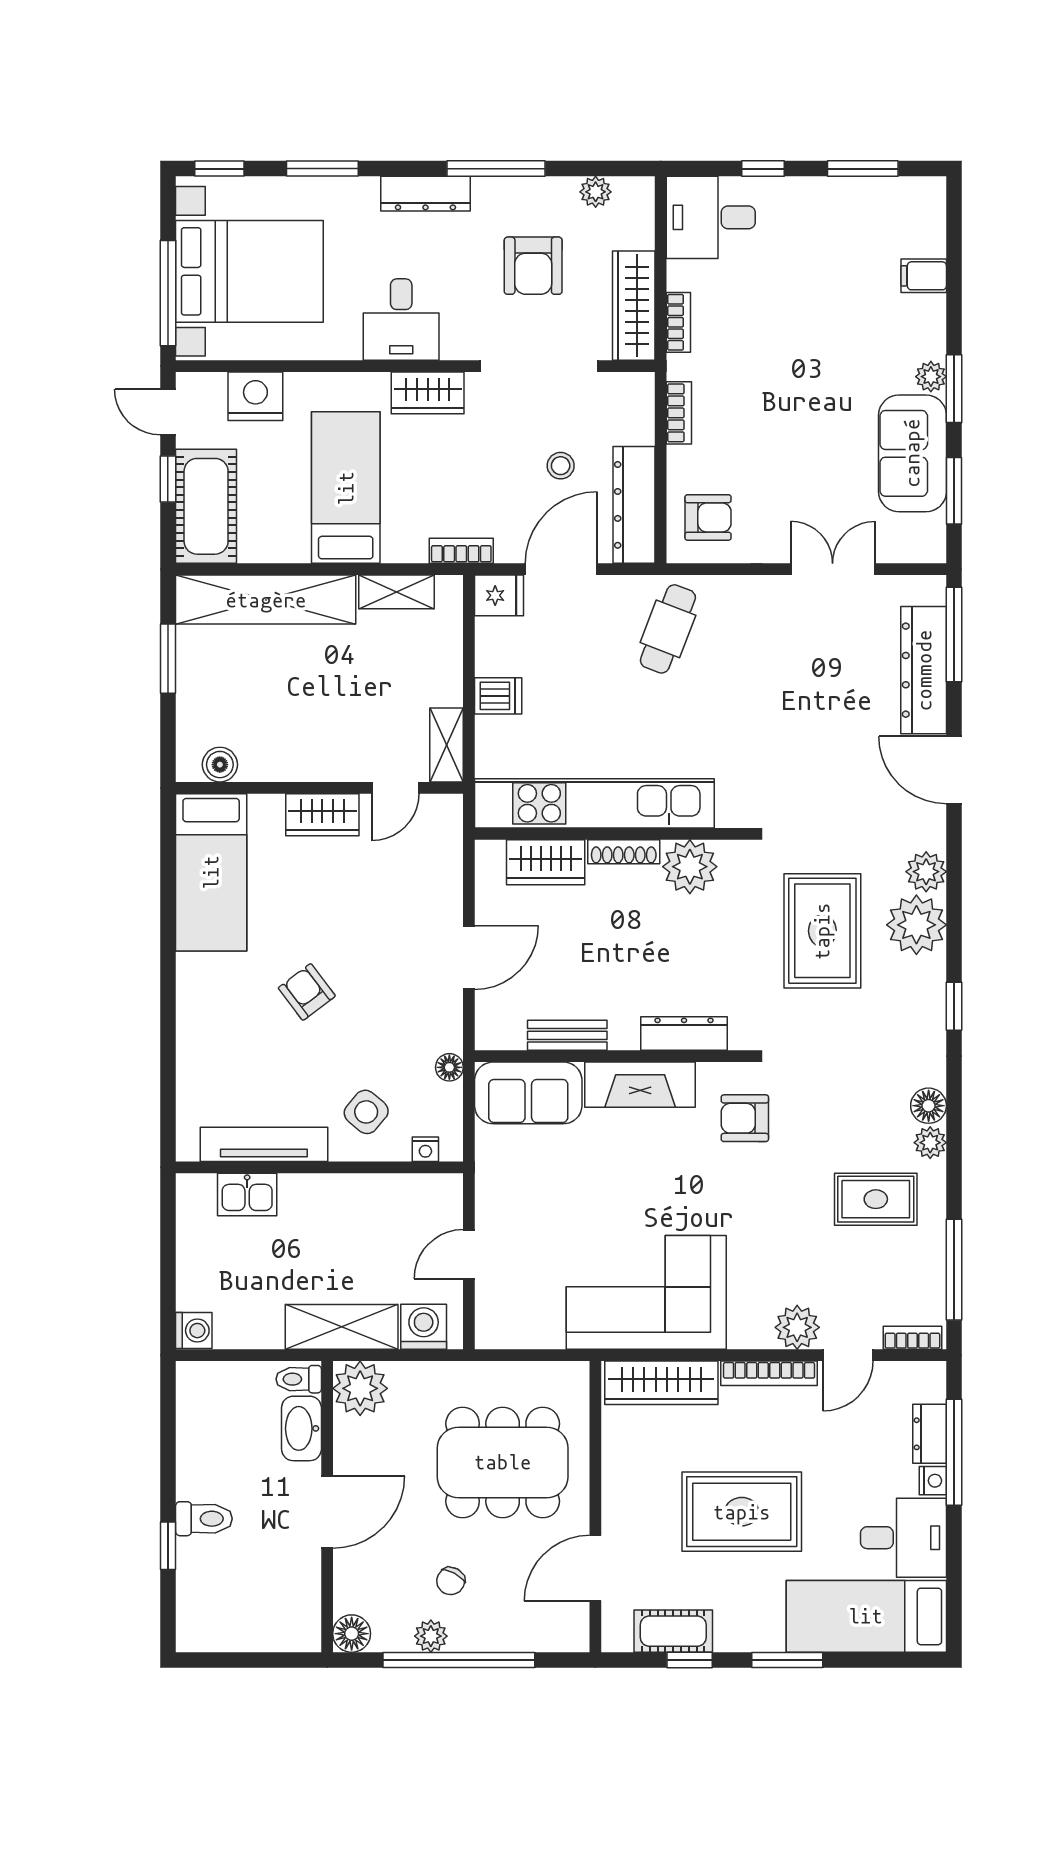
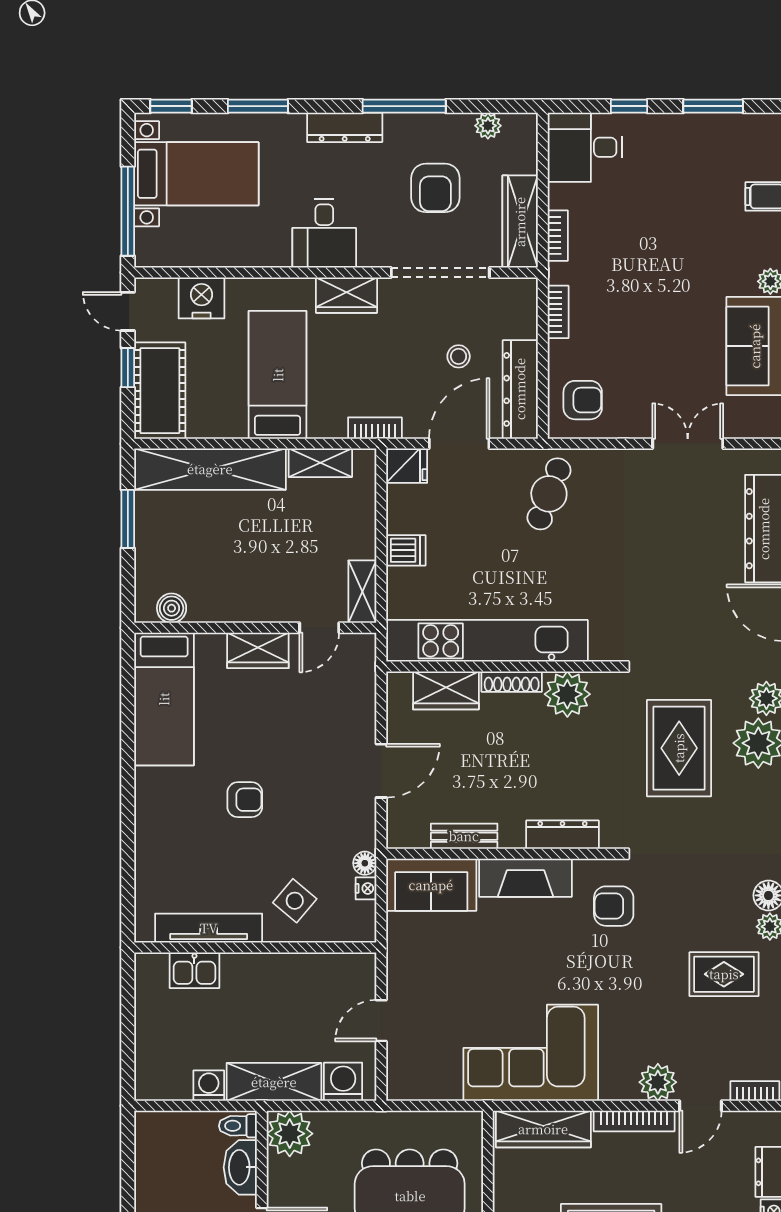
bed with nightstands: (249, 271) -> (196, 174), width x0.73
armchair: (307, 992) -> (245, 800), turned 127
nightstand: (425, 1149) -> (366, 888), moved, turned -90
washing machine: (194, 1331) -> (209, 1086), moved, turned -90

